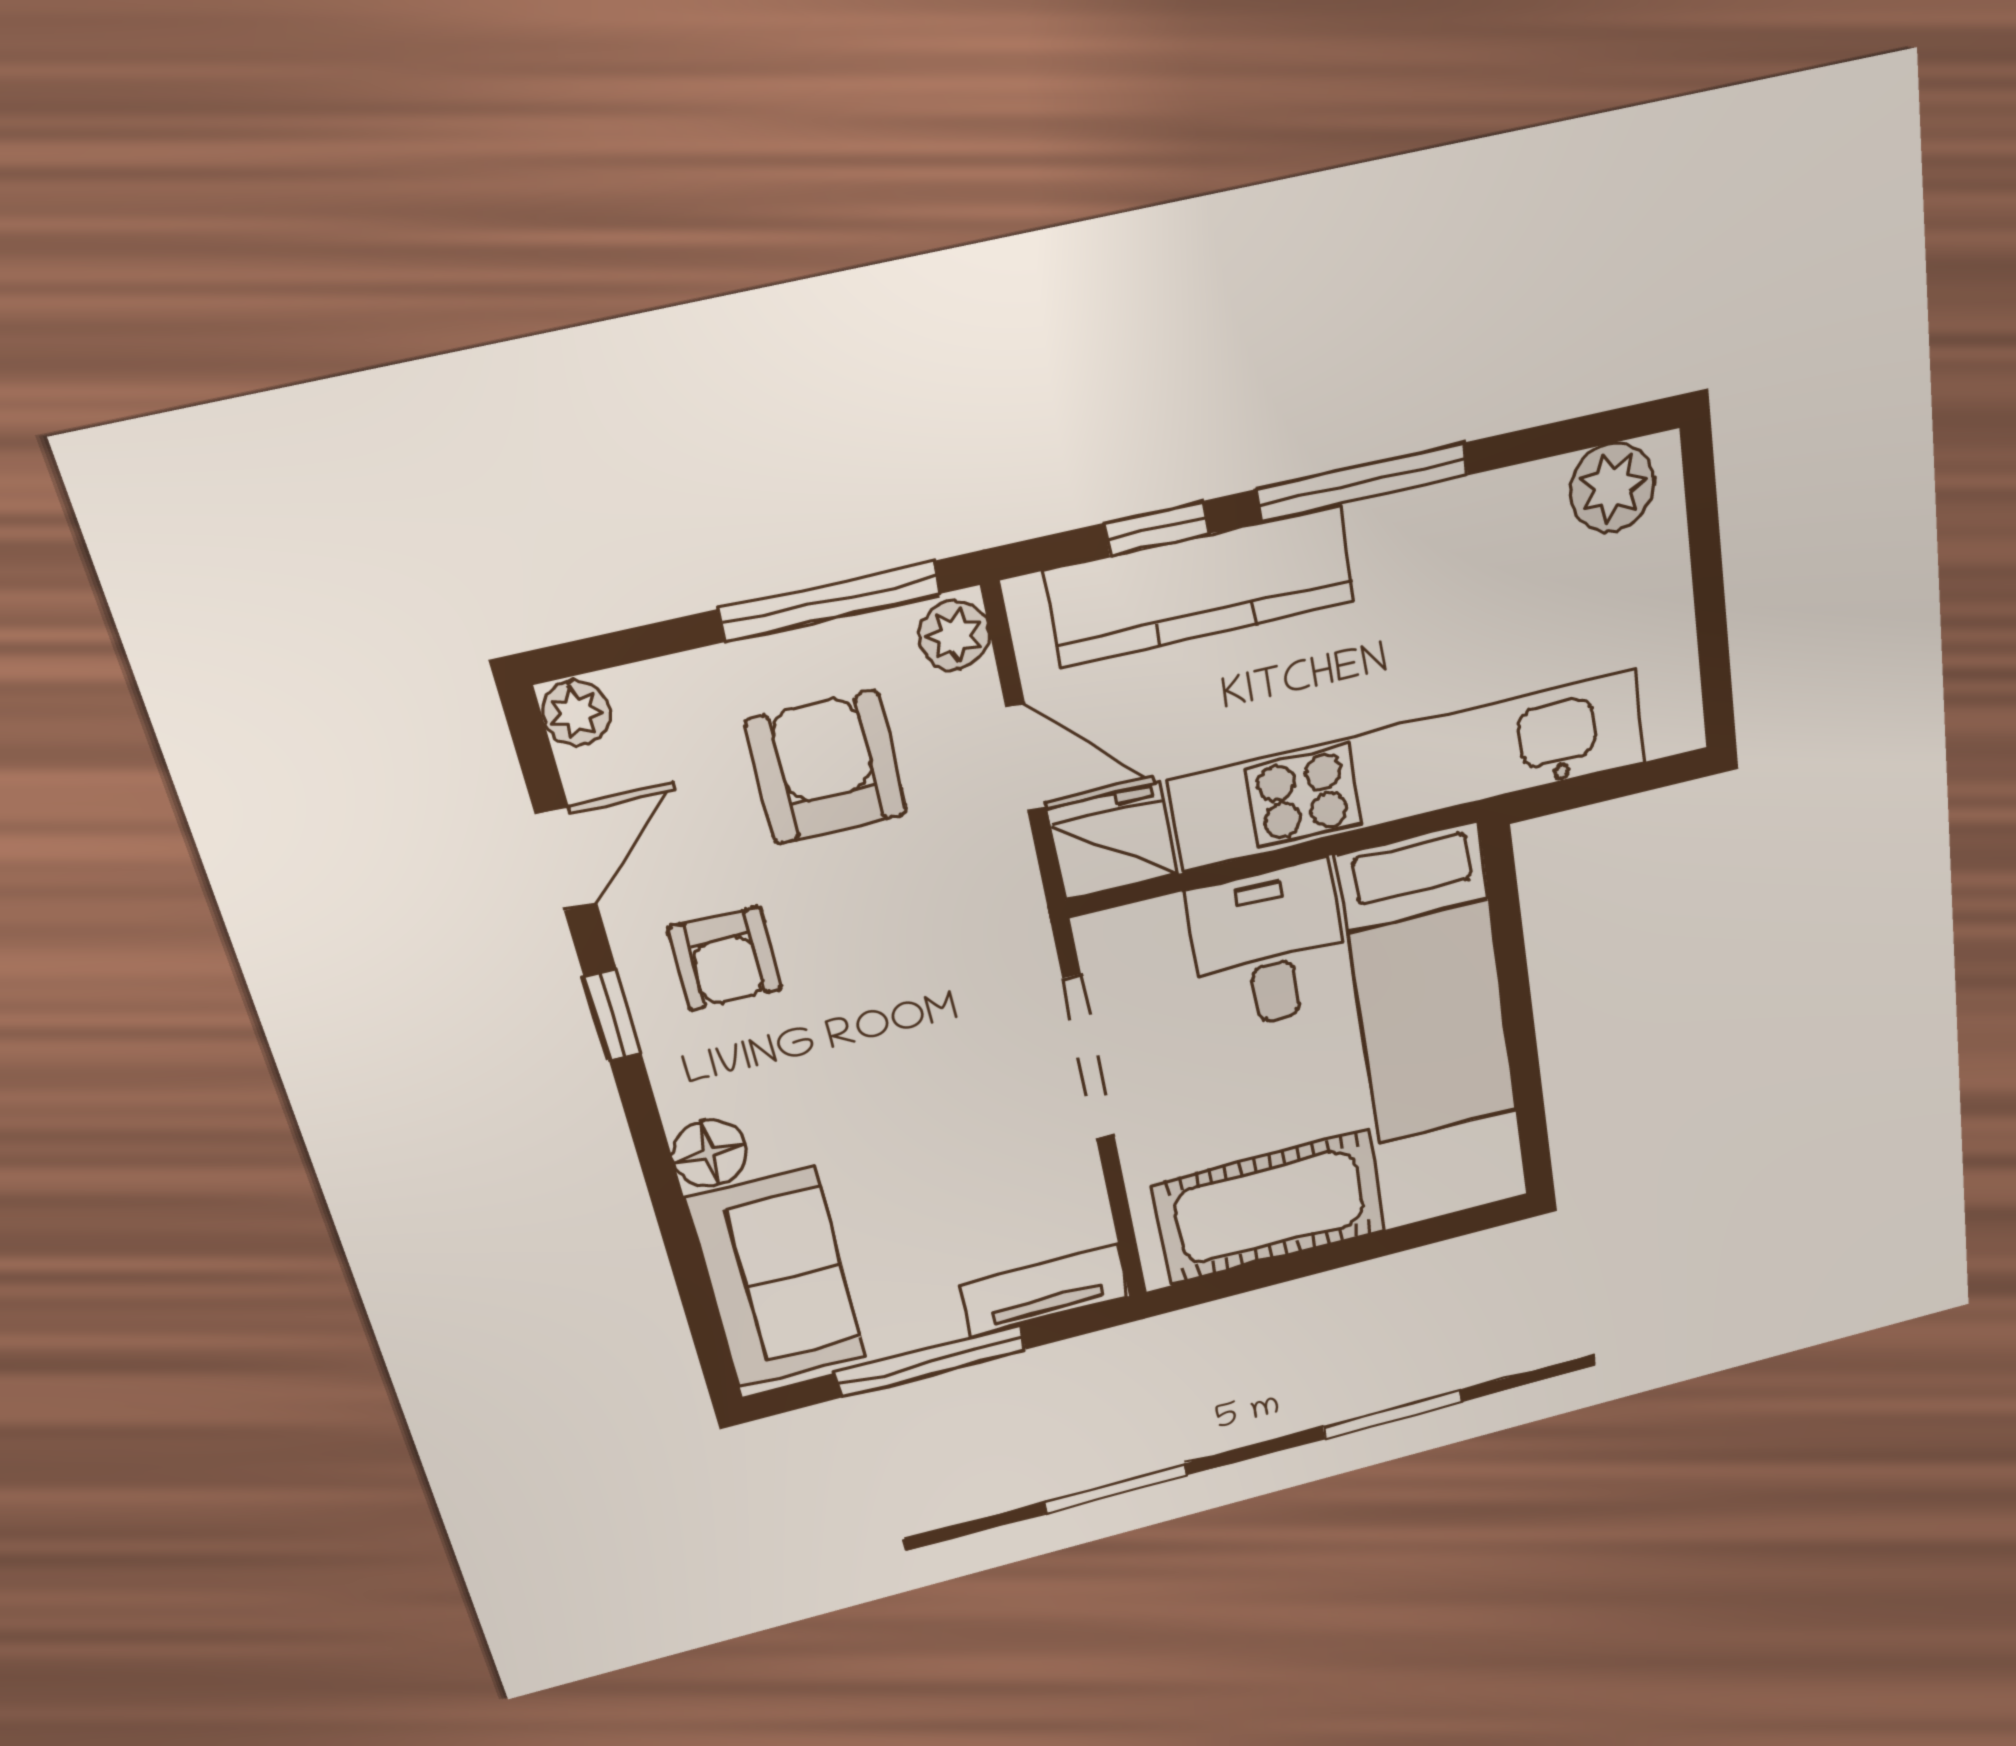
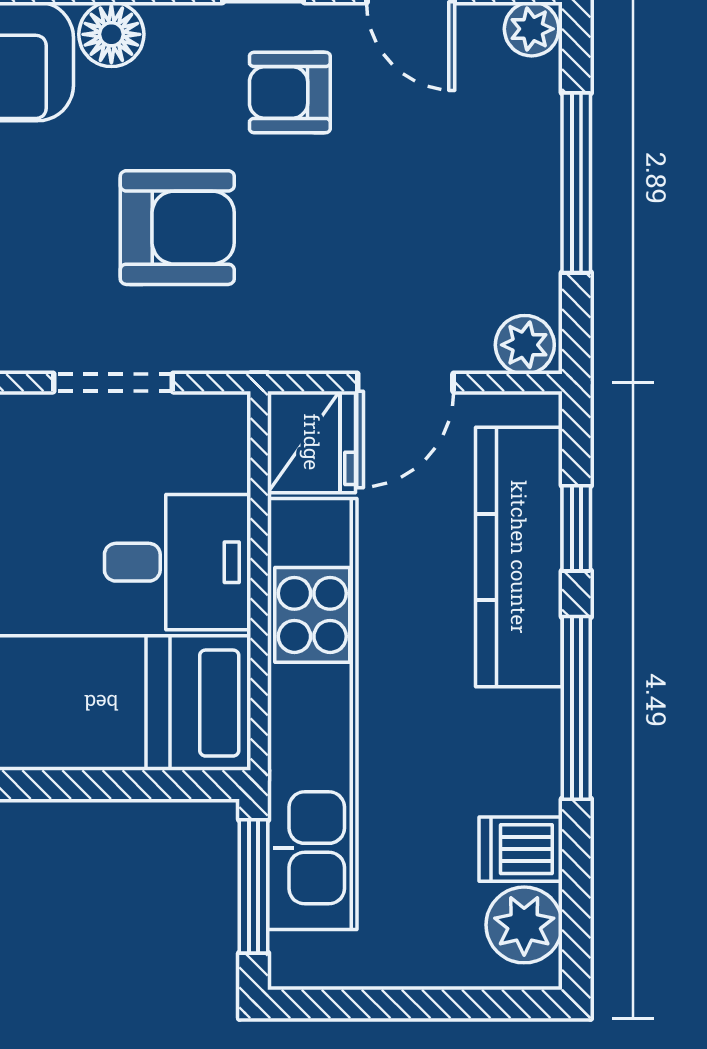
dishwasher: (1529, 510) -> (521, 849), added
window: (829, 601) -> (576, 183), moved
armchair: (827, 767) -> (177, 228), moved
window: (1600, 787) -> (254, 886), added
doorway: (1089, 1057) -> (113, 383), width x0.73

